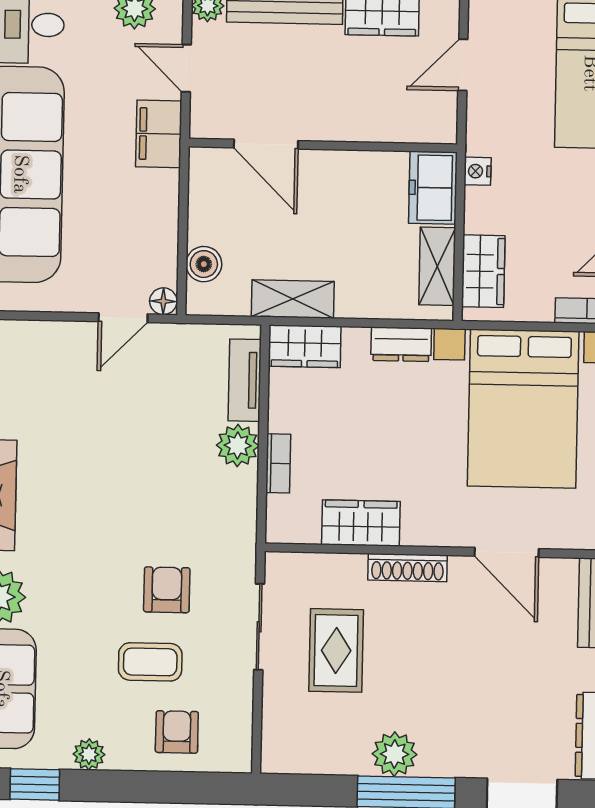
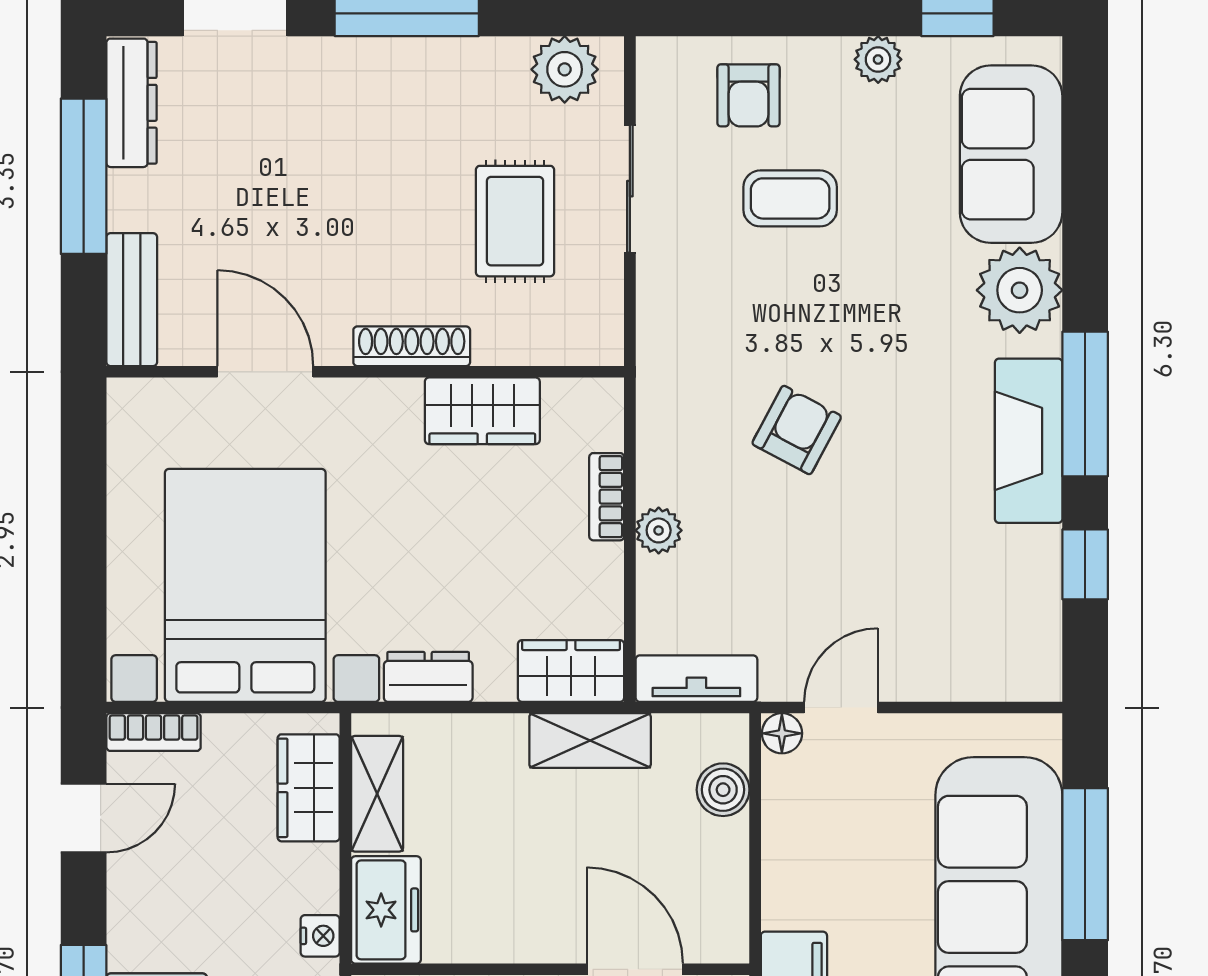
tv unit: (245, 380) -> (696, 679), moved, turned -90
plant: (238, 445) -> (659, 530), width x0.73, depth x0.73
armchair: (167, 590) -> (797, 430), moved, turned -152
sliding door: (259, 627) -> (630, 189), moved
plant: (394, 754) -> (565, 69), moved

